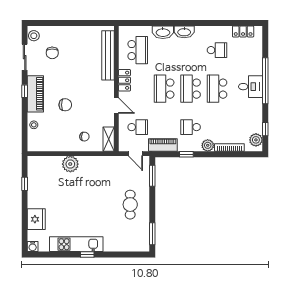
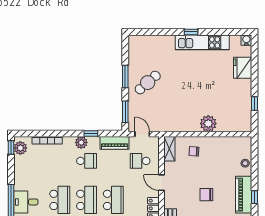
chair: (65, 105) -> (206, 195), moved
window: (265, 129) -> (11, 147), moved
plant: (208, 145) -> (81, 142), moved
cafe table: (130, 205) -> (148, 83), turned 49
window: (152, 234) -> (125, 77), moved

